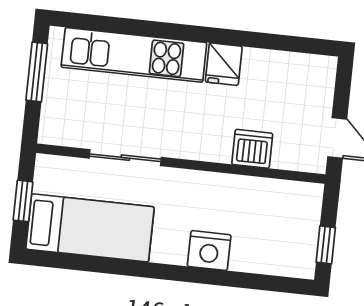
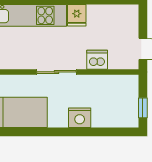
sliding door: (125, 158) -> (56, 72), moved

